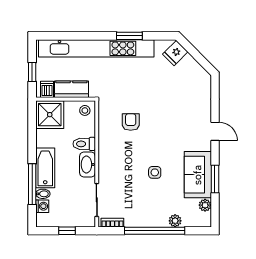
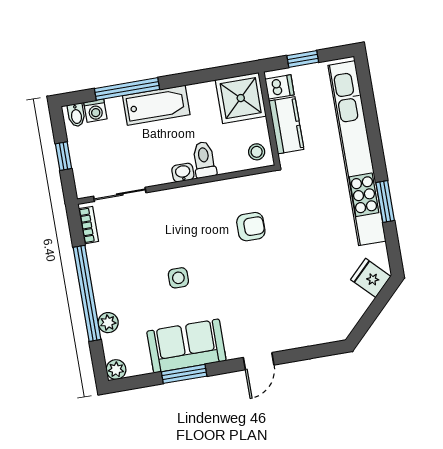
washbasin: (87, 165) -> (183, 173), width x0.52, depth x0.69
bidet: (43, 194) -> (76, 115), moved
plant: (205, 205) -> (116, 370), moved

